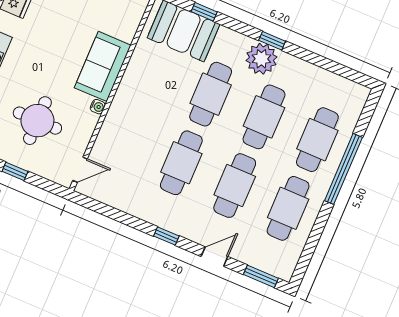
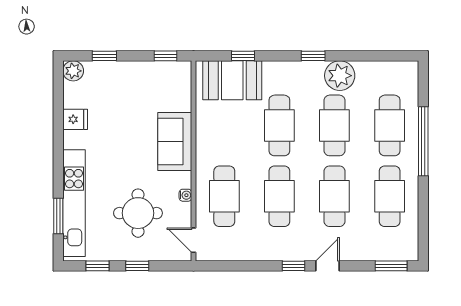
plant: (261, 59) -> (340, 76), moved
water cooler: (98, 107) -> (185, 195), moved
cafe table: (128, 140) -> (224, 196), added
door: (80, 170) -> (193, 240), swing flipped
door: (214, 257) -> (328, 266), moved

